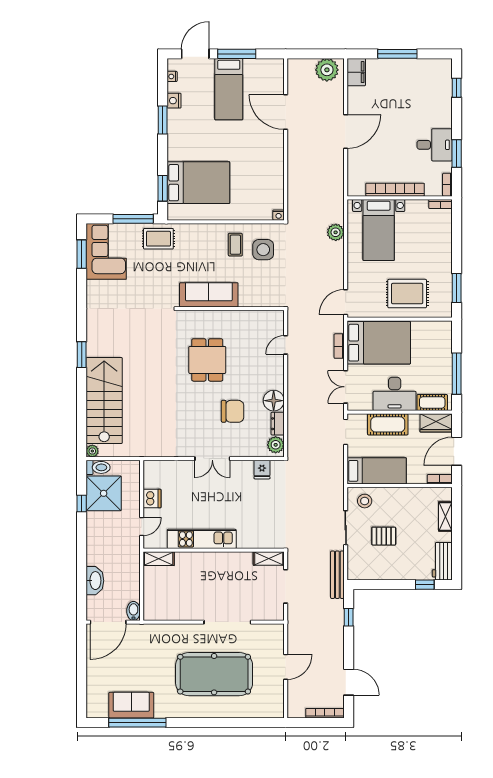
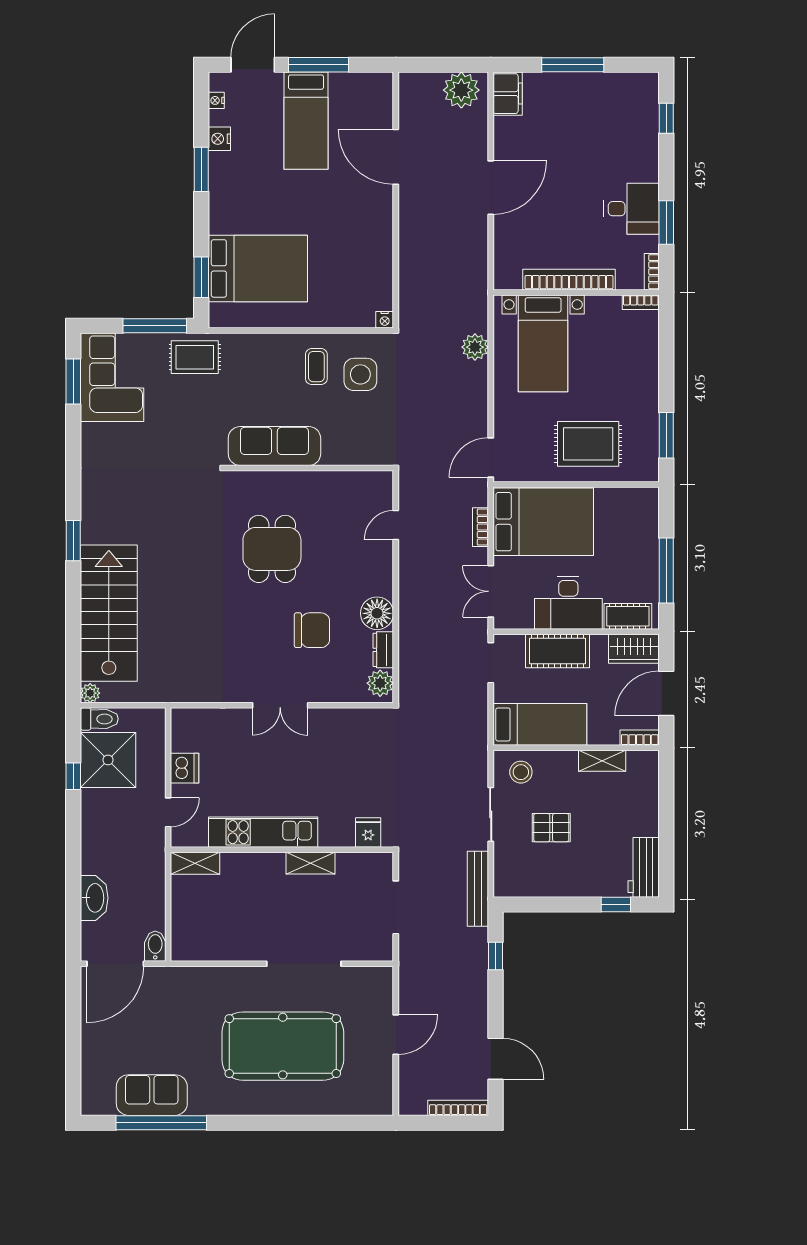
fridge: (262, 470) -> (368, 833), moved, turned 180
shelving: (445, 516) -> (602, 761), moved, turned 90
shelving: (269, 559) -> (311, 863), moved

